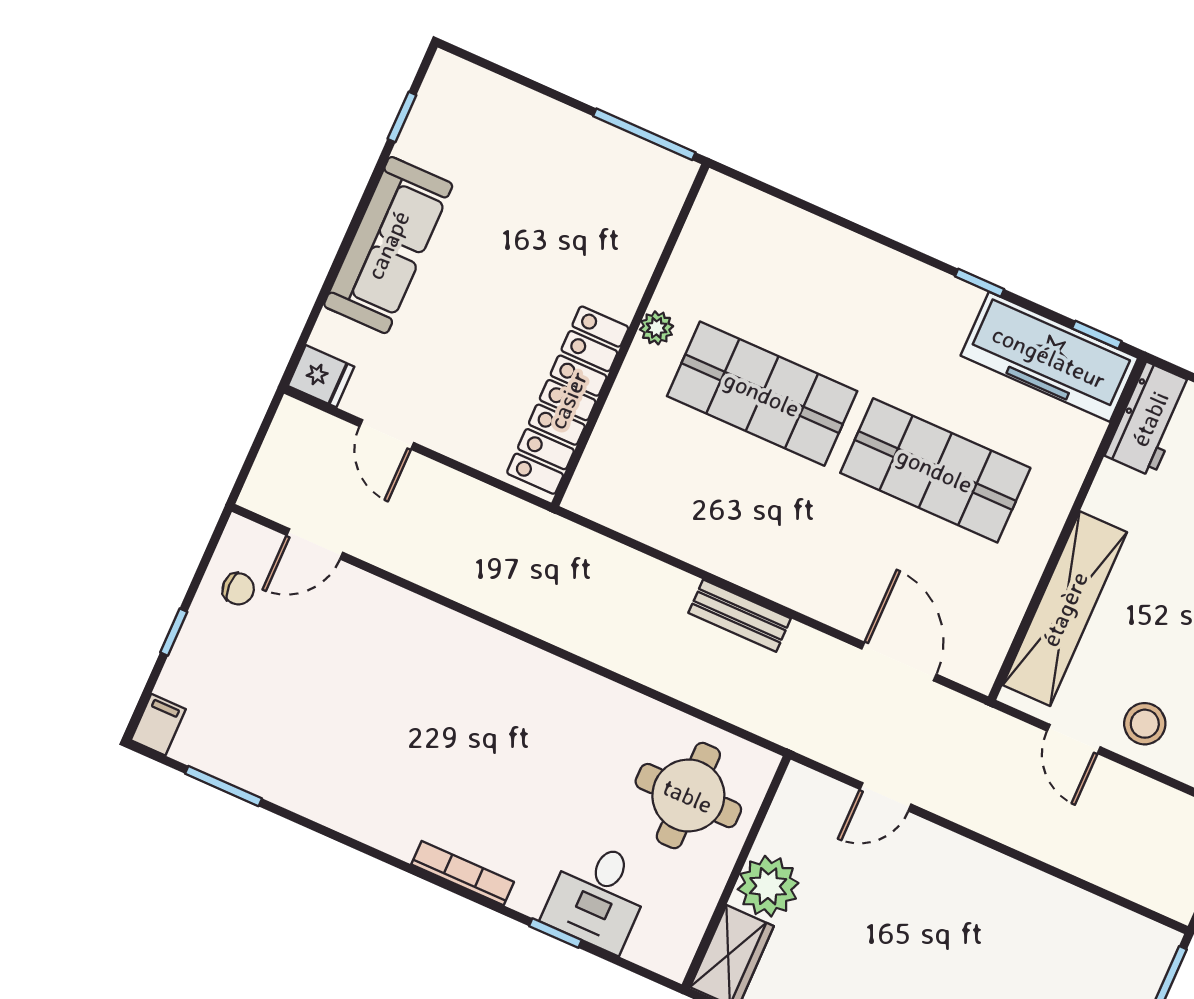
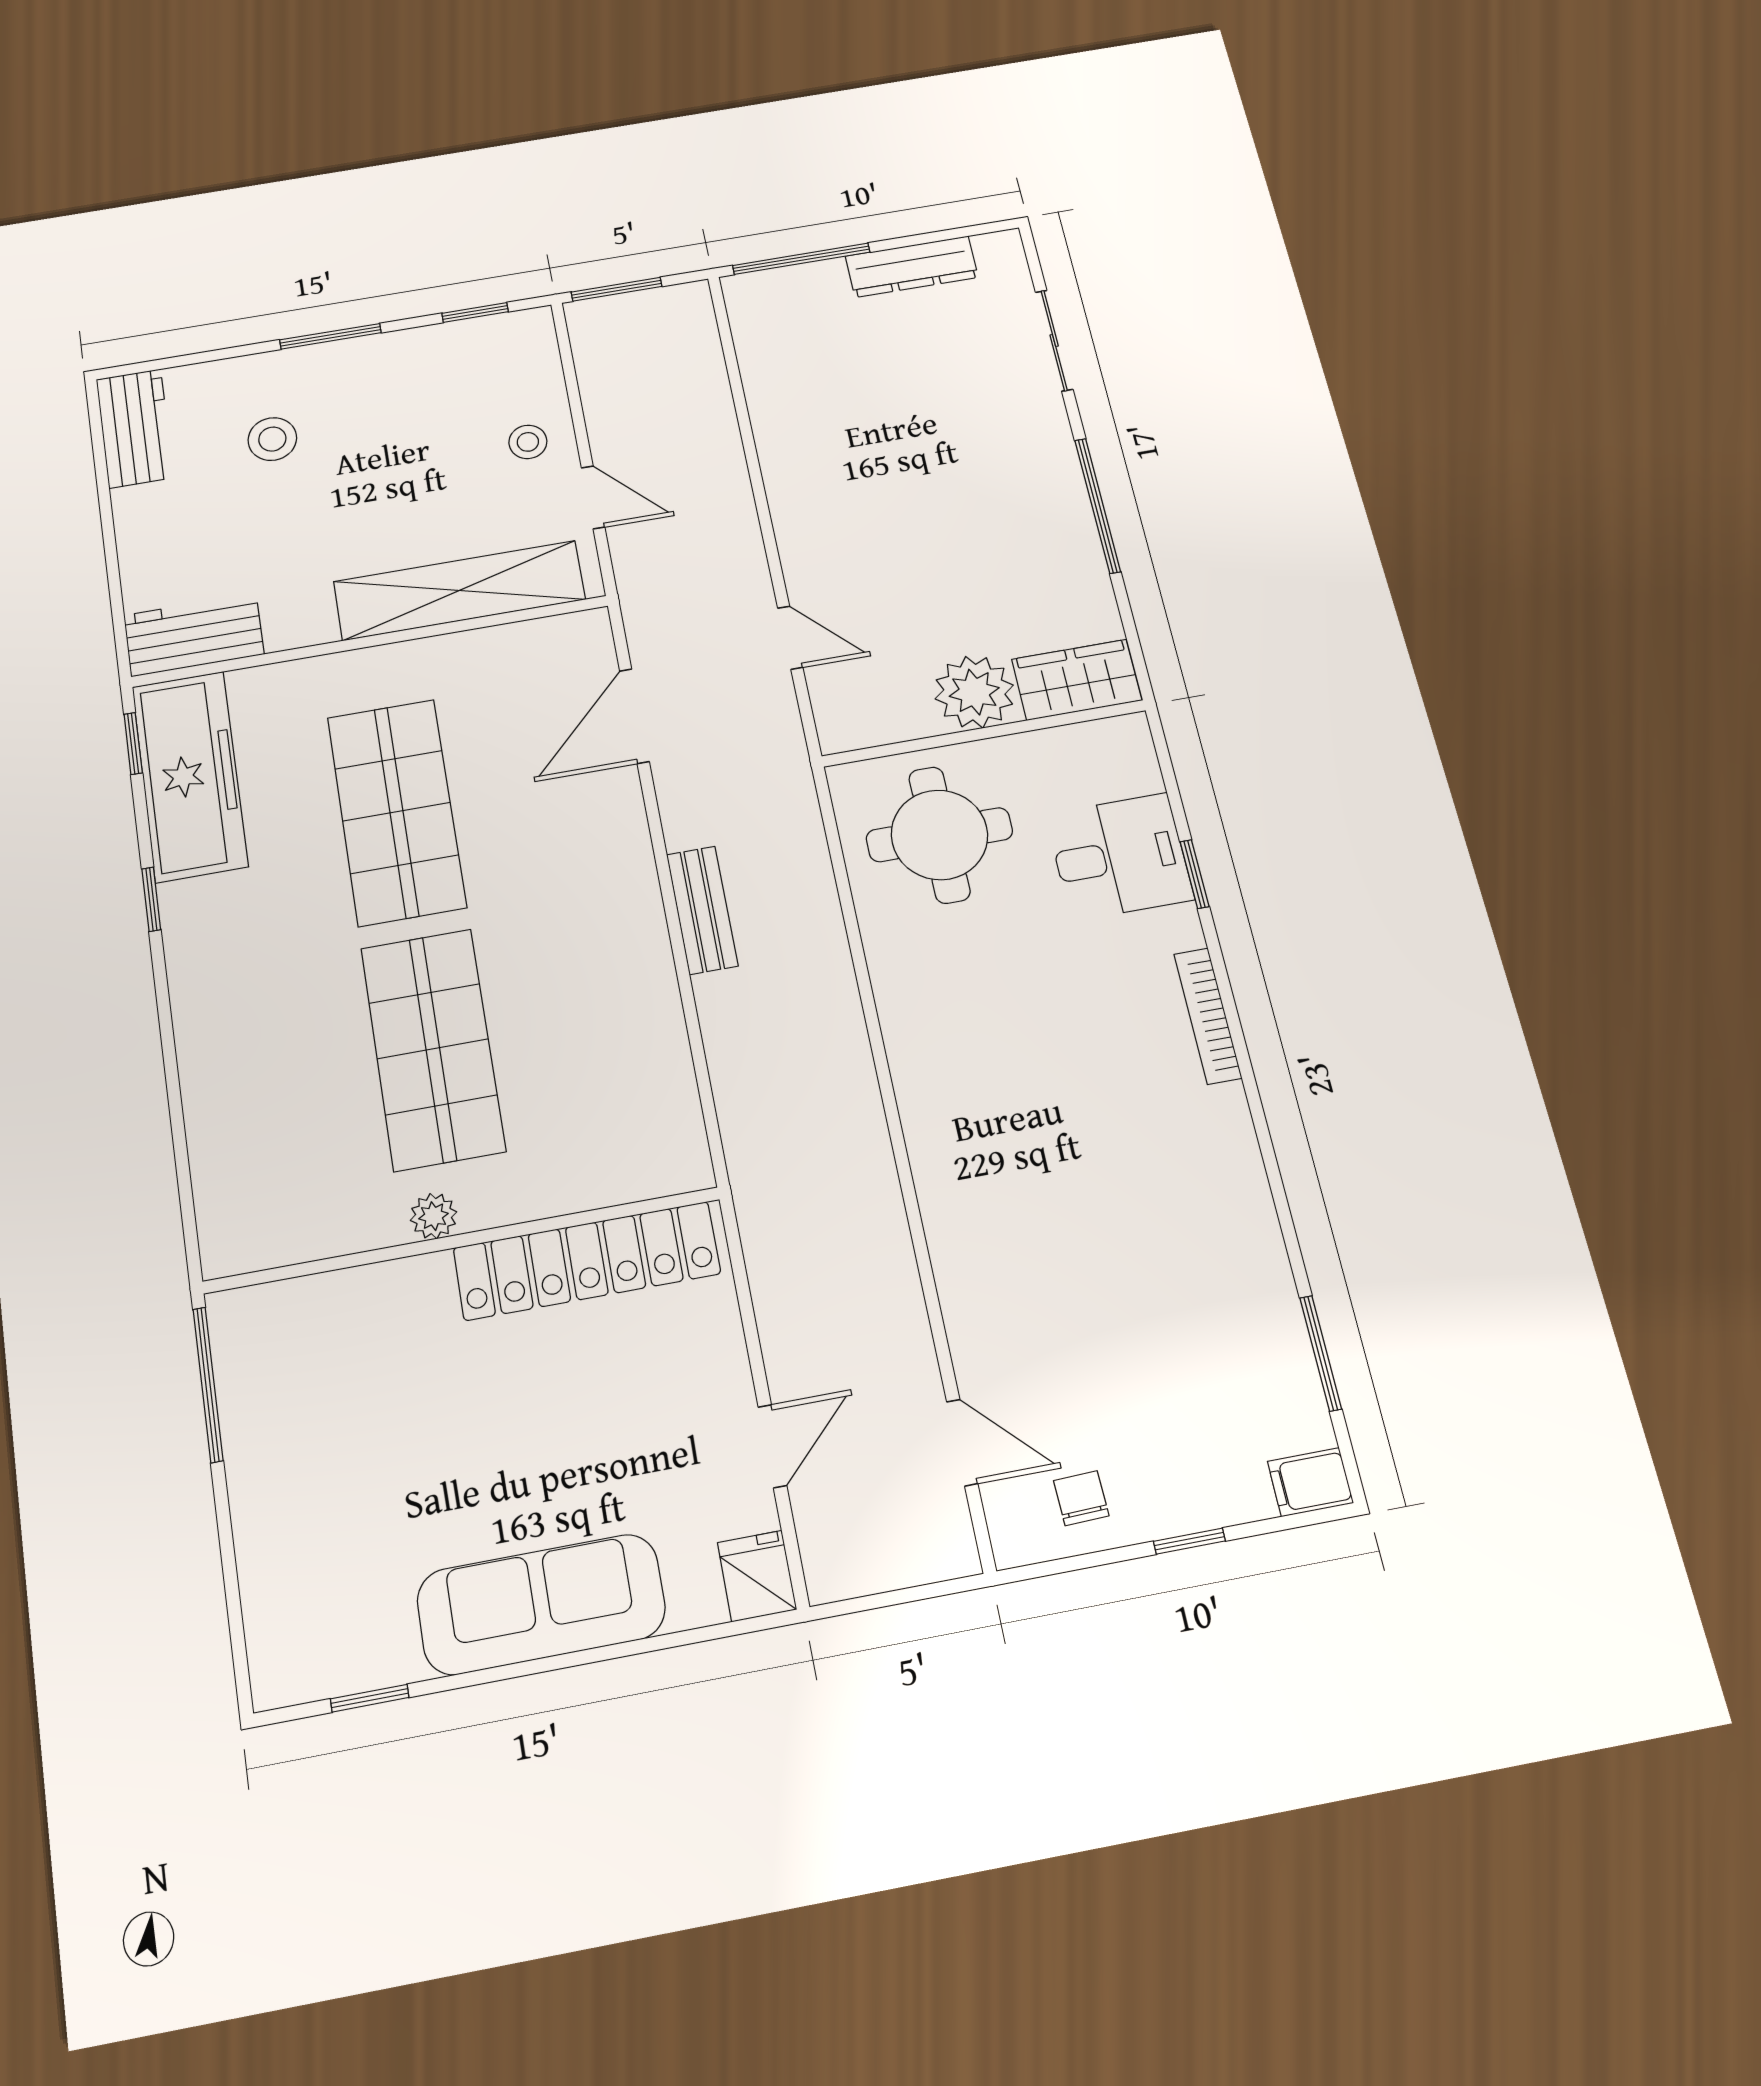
stool: (1145, 724) -> (528, 442), width x0.73, depth x0.73
door: (1074, 739) -> (593, 497), hinge flipped

